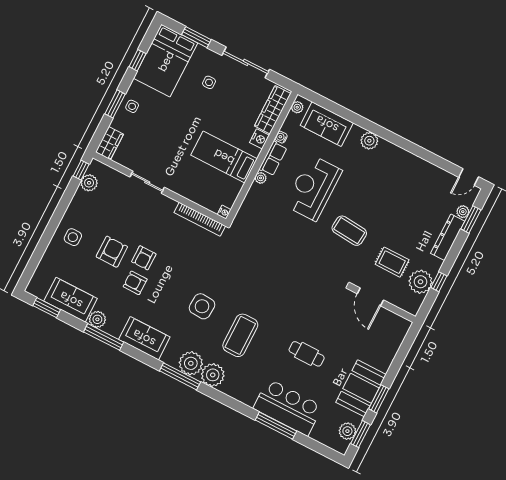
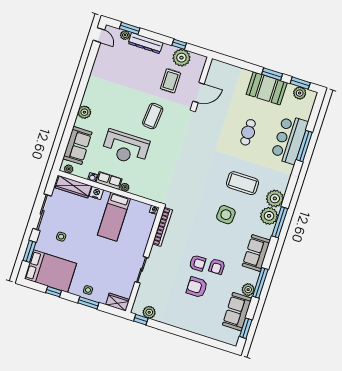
side table: (73, 237) -> (191, 318), removed

